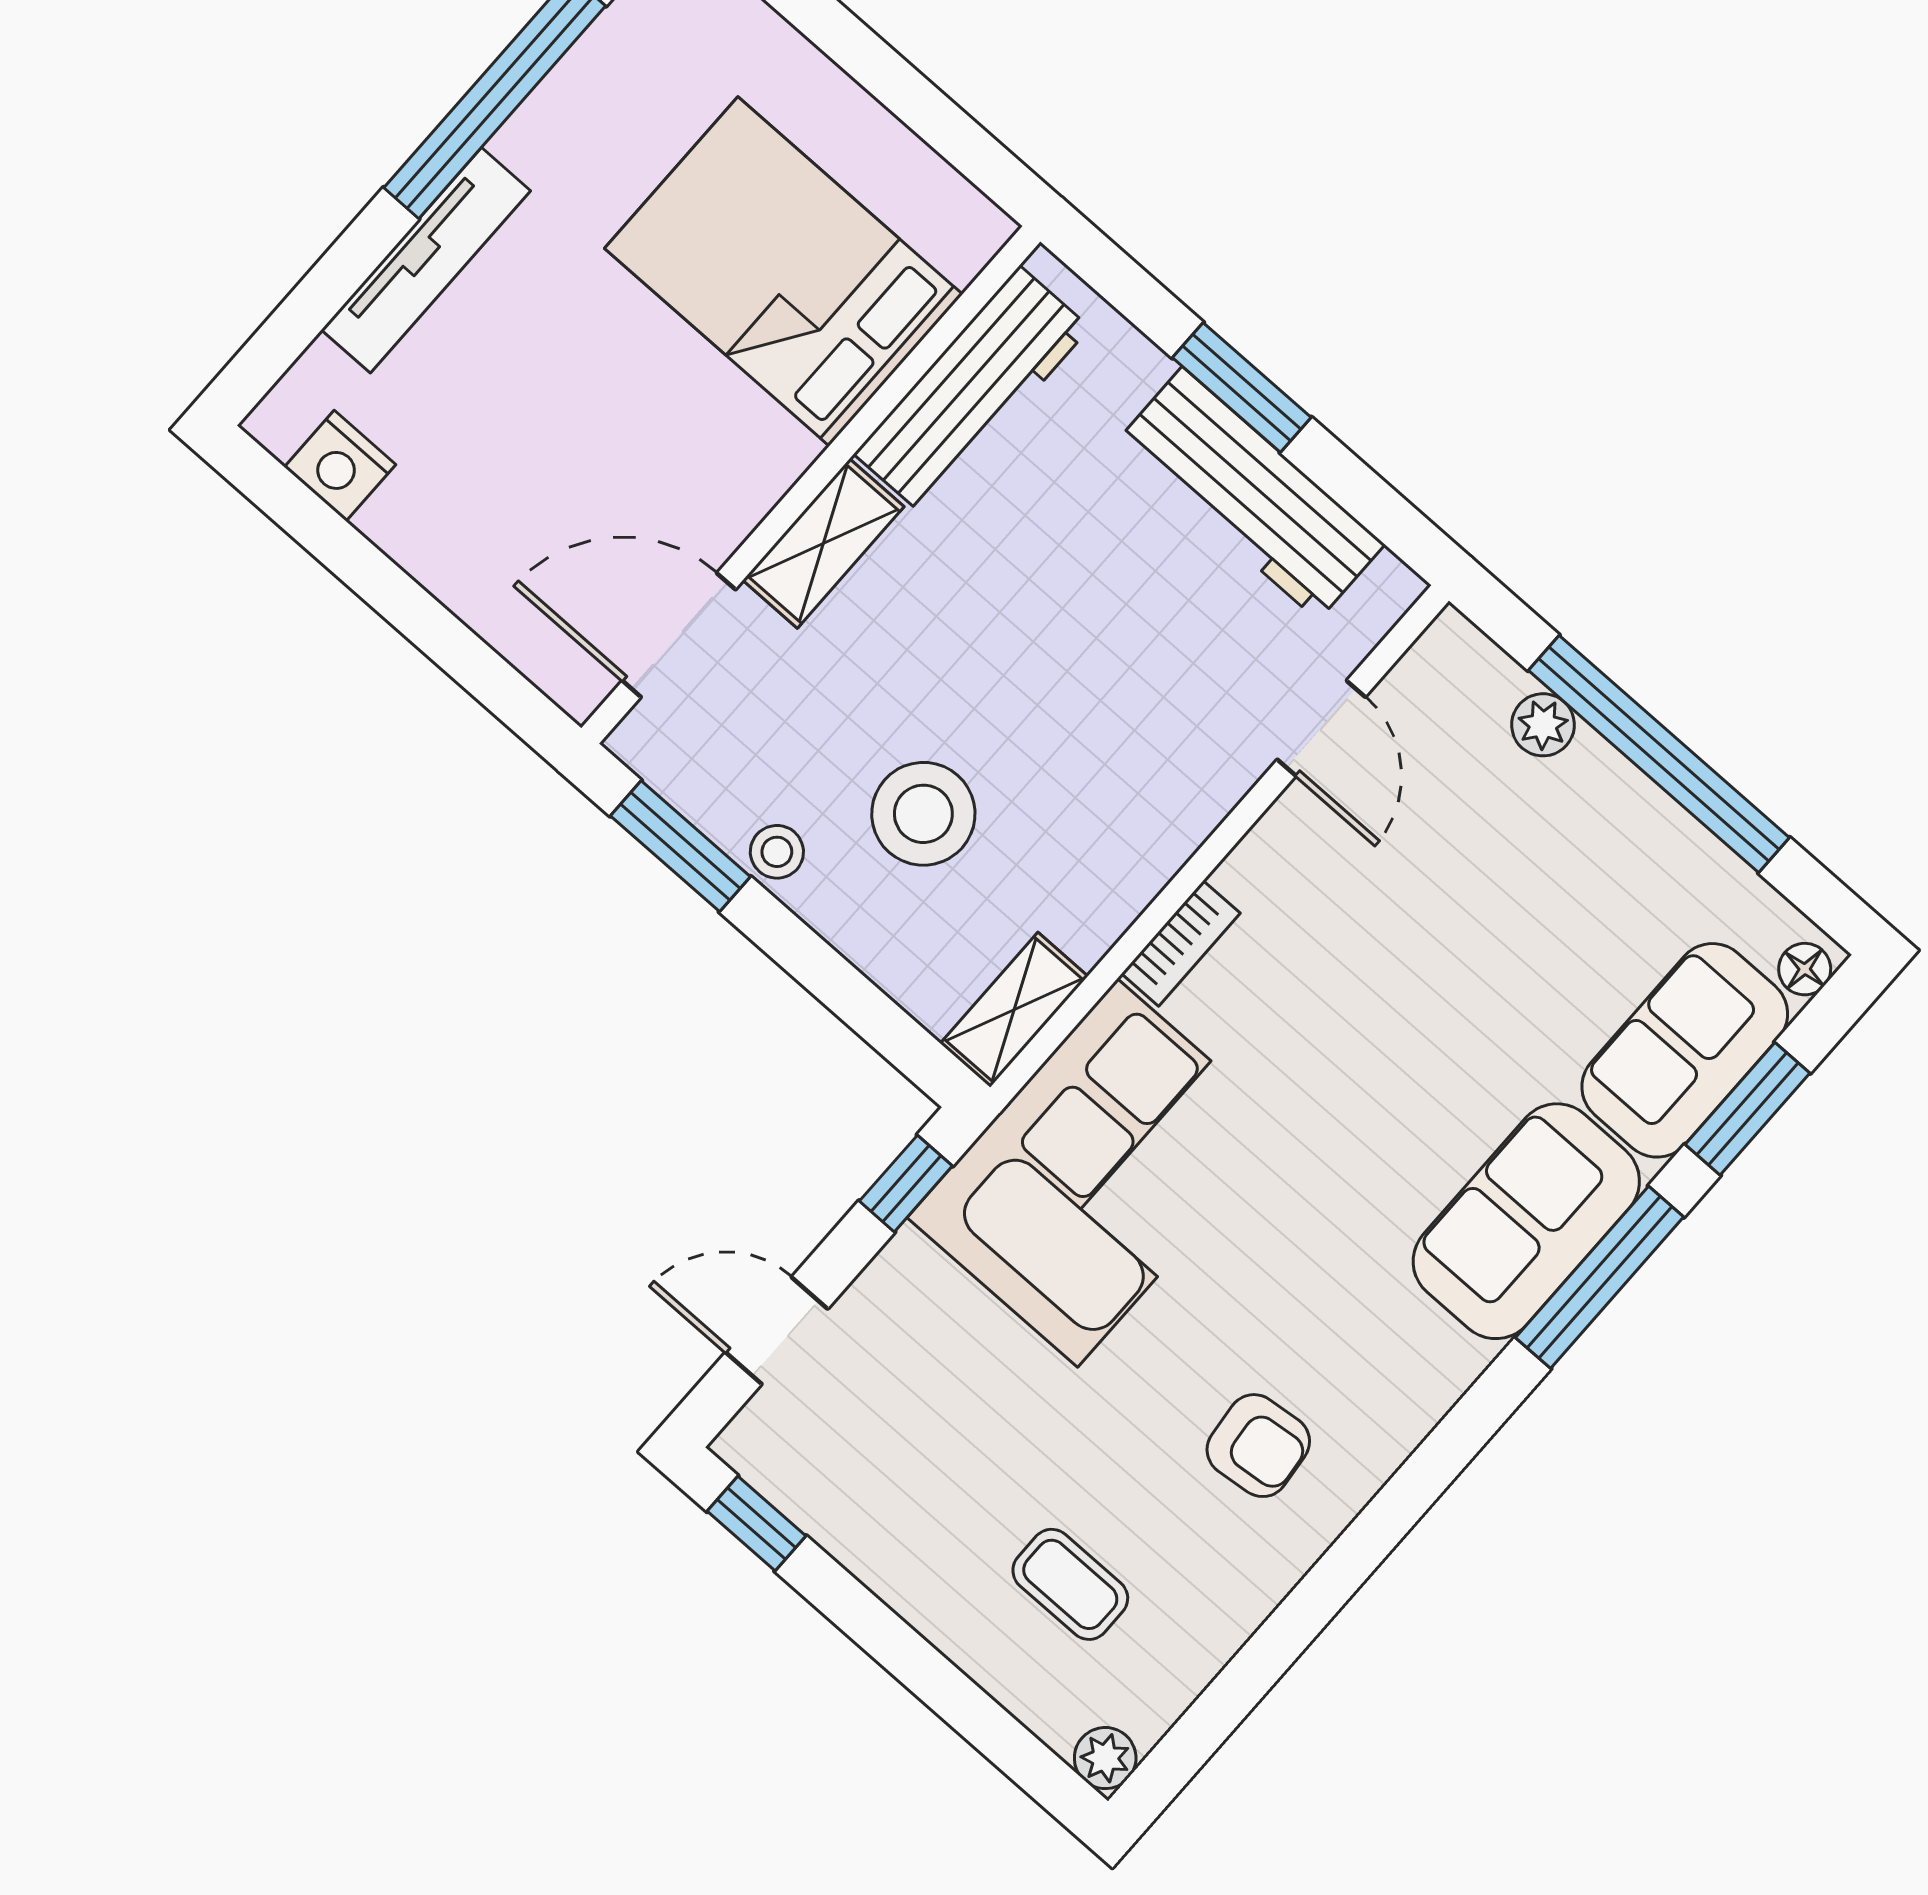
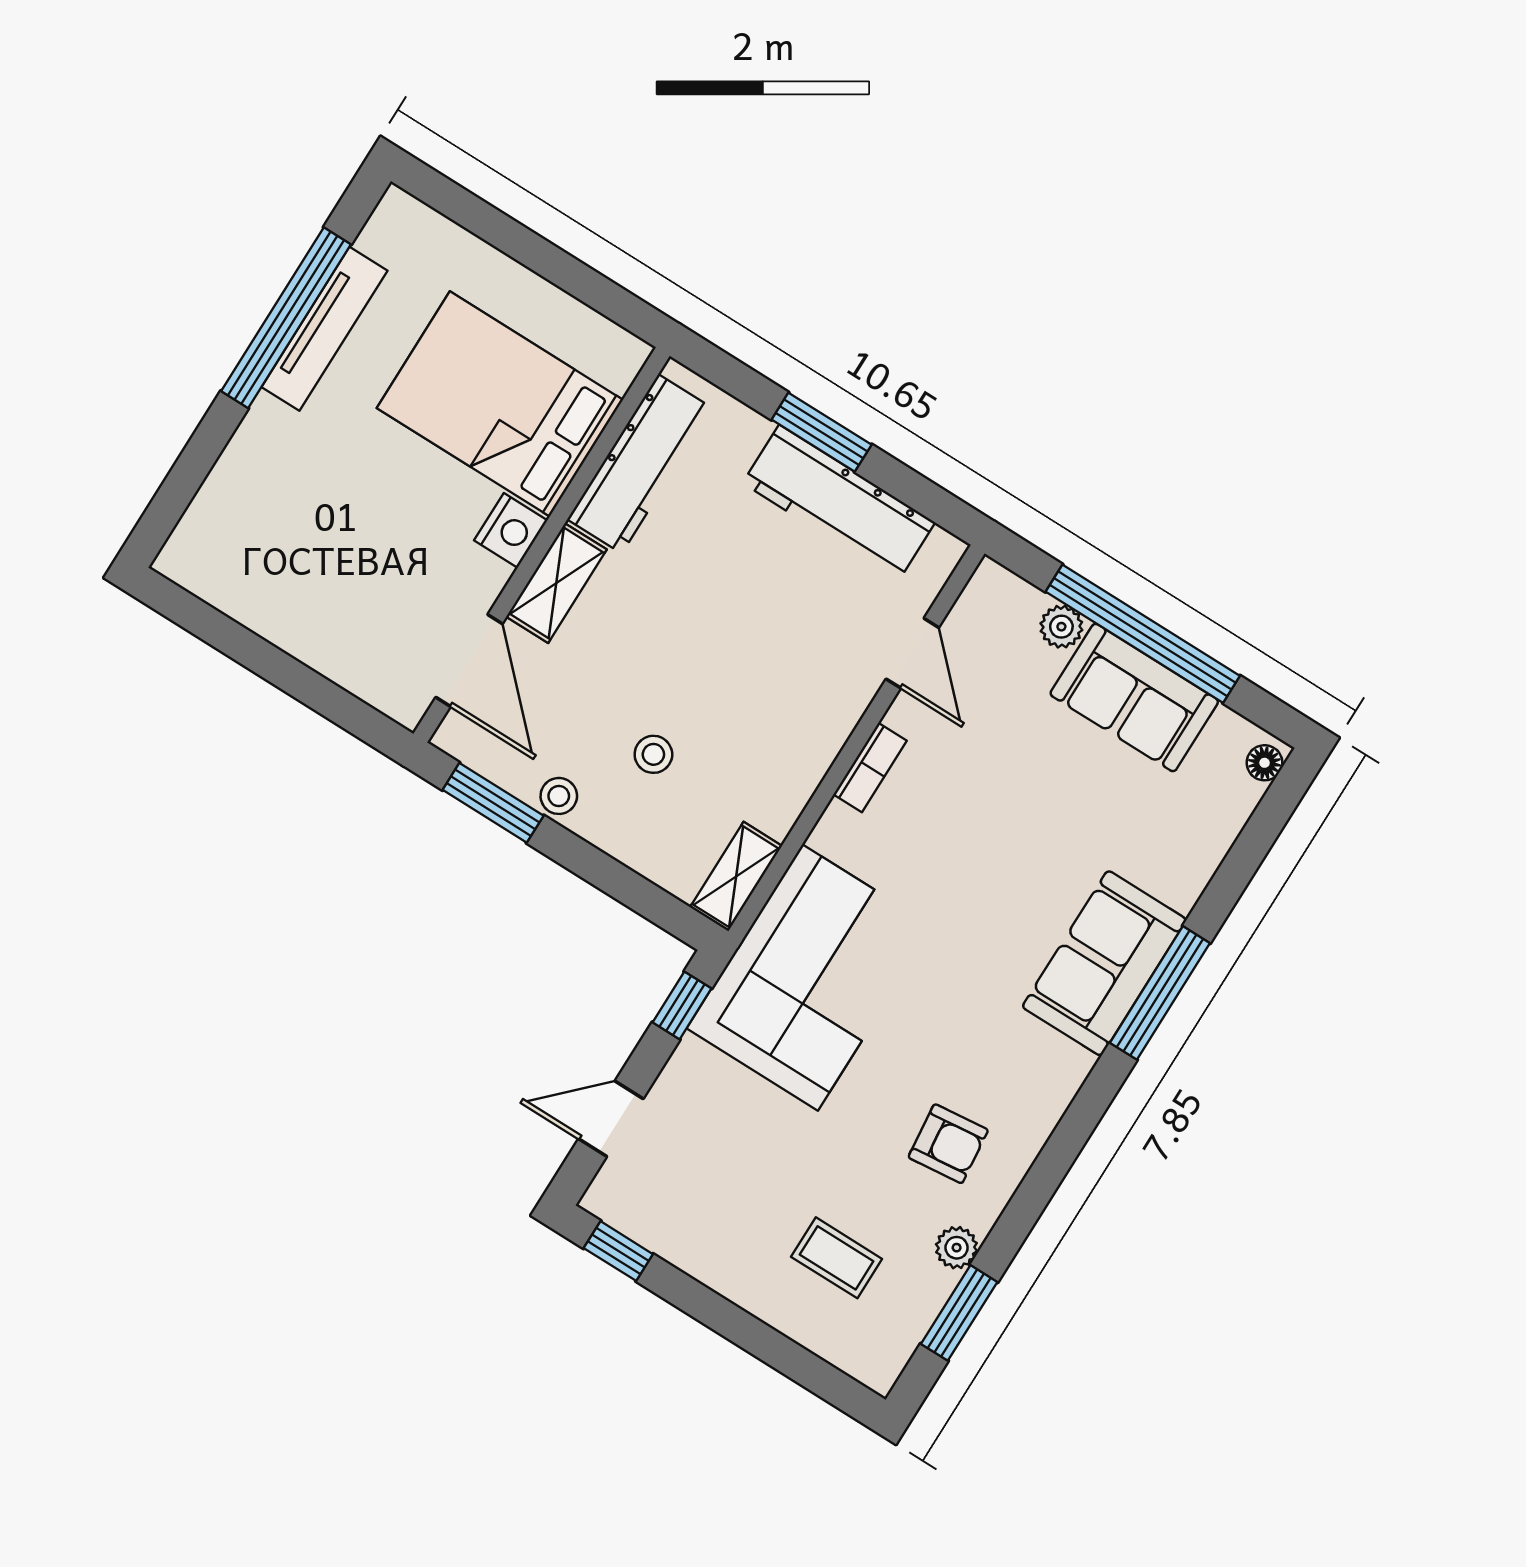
tv unit: (426, 260) -> (324, 329), moved
nightstand: (340, 466) -> (511, 530), moved, turned -90
door: (679, 635) -> (469, 661), swing flipped
stool: (923, 814) -> (653, 754), width x0.53, depth x0.53
bookcase: (1181, 943) -> (870, 768), moved
sofa: (1685, 1050) -> (1134, 698), moved, turned -90
window: (1748, 1109) -> (959, 1313), moved
plant: (1105, 1758) -> (957, 1248), moved

